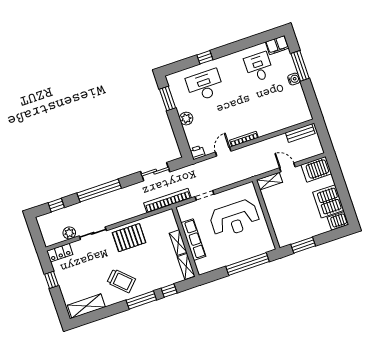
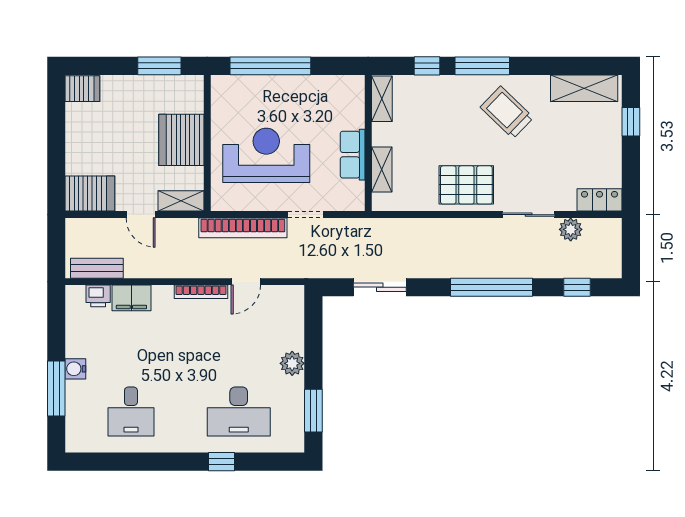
filing cabinet: (277, 45) -> (131, 298), moved, turned 180
printer: (197, 152) -> (98, 296), moved
bookcase: (167, 201) -> (243, 228), moved
server rack: (328, 201) -> (181, 140), moved, turned 180
row of seats: (193, 240) -> (353, 155), width x0.68
shelving: (178, 243) -> (382, 170), moved
window: (51, 280) -> (631, 122), moved

